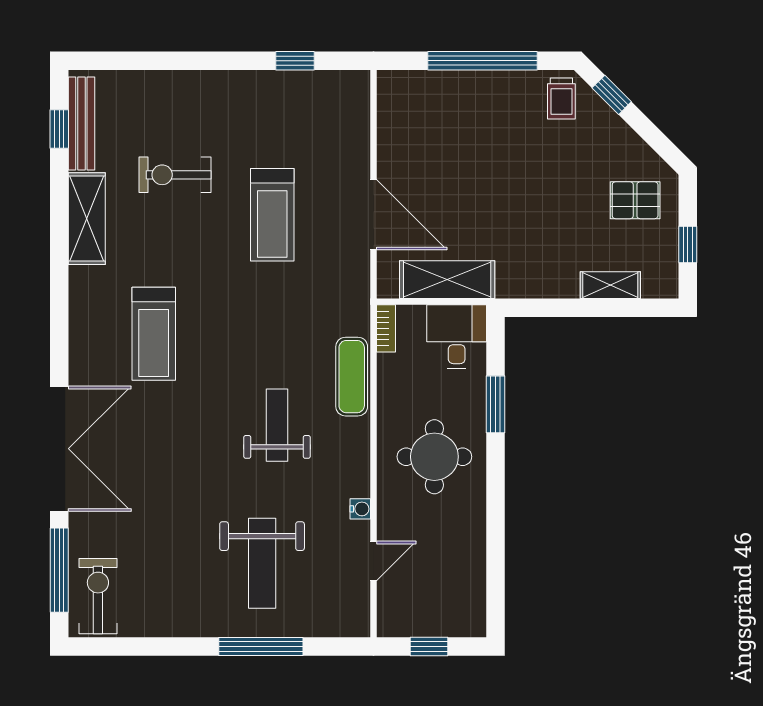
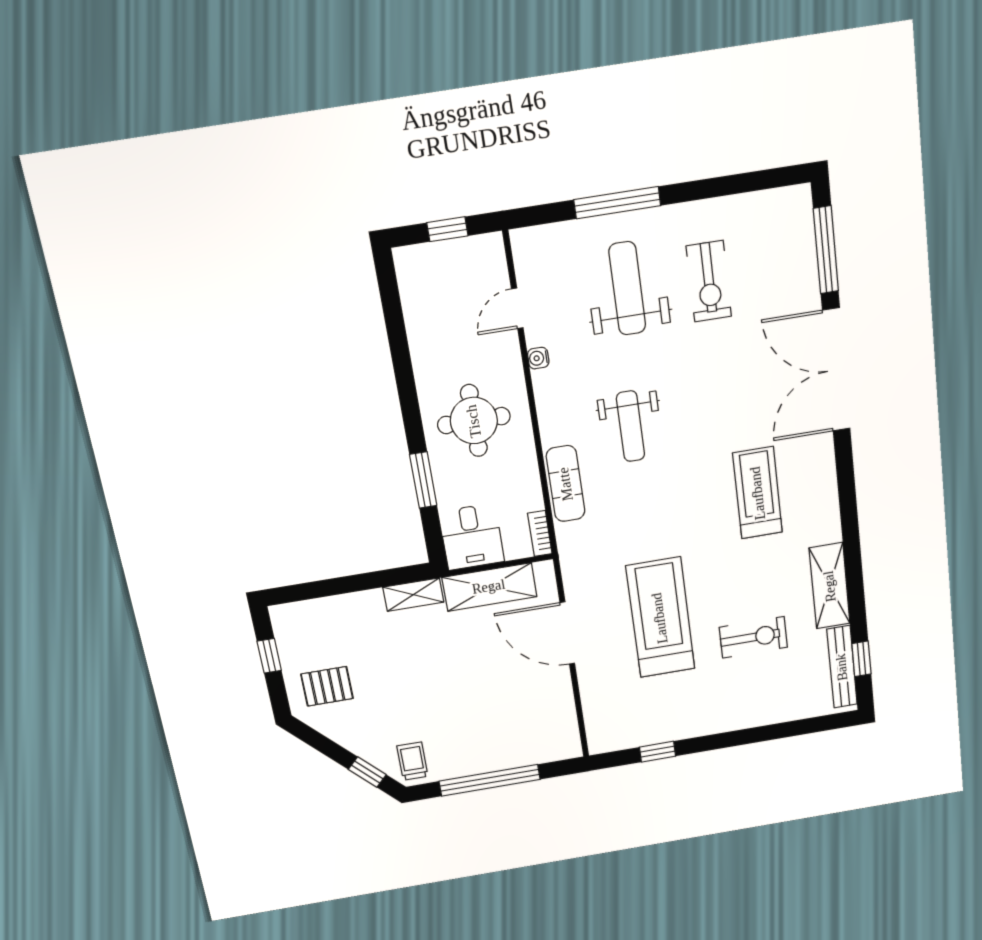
treadmill: (272, 215) -> (660, 618), width x1.37, depth x1.38
shelving: (610, 285) -> (413, 595), moved
exercise bike: (98, 596) -> (709, 281), moved

